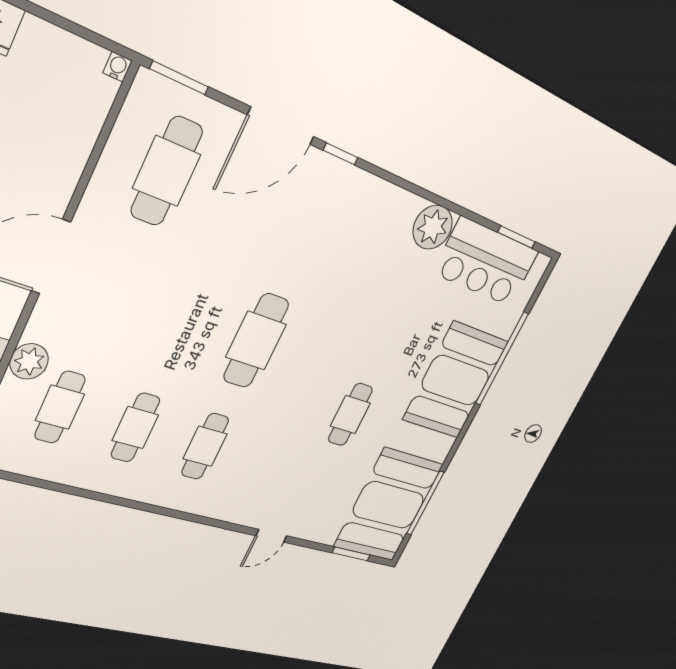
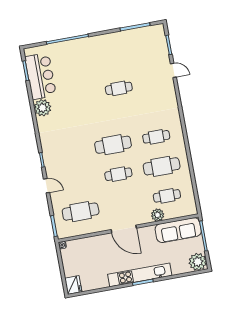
door: (281, 126) -> (47, 186), width x0.53
cafe table: (187, 317) -> (118, 174), added
booth: (456, 380) -> (85, 53), removed
cafe table: (135, 428) -> (162, 166), width x1.37, depth x1.35
booth: (389, 505) -> (143, 43), removed
door: (271, 536) -> (173, 70), moved

